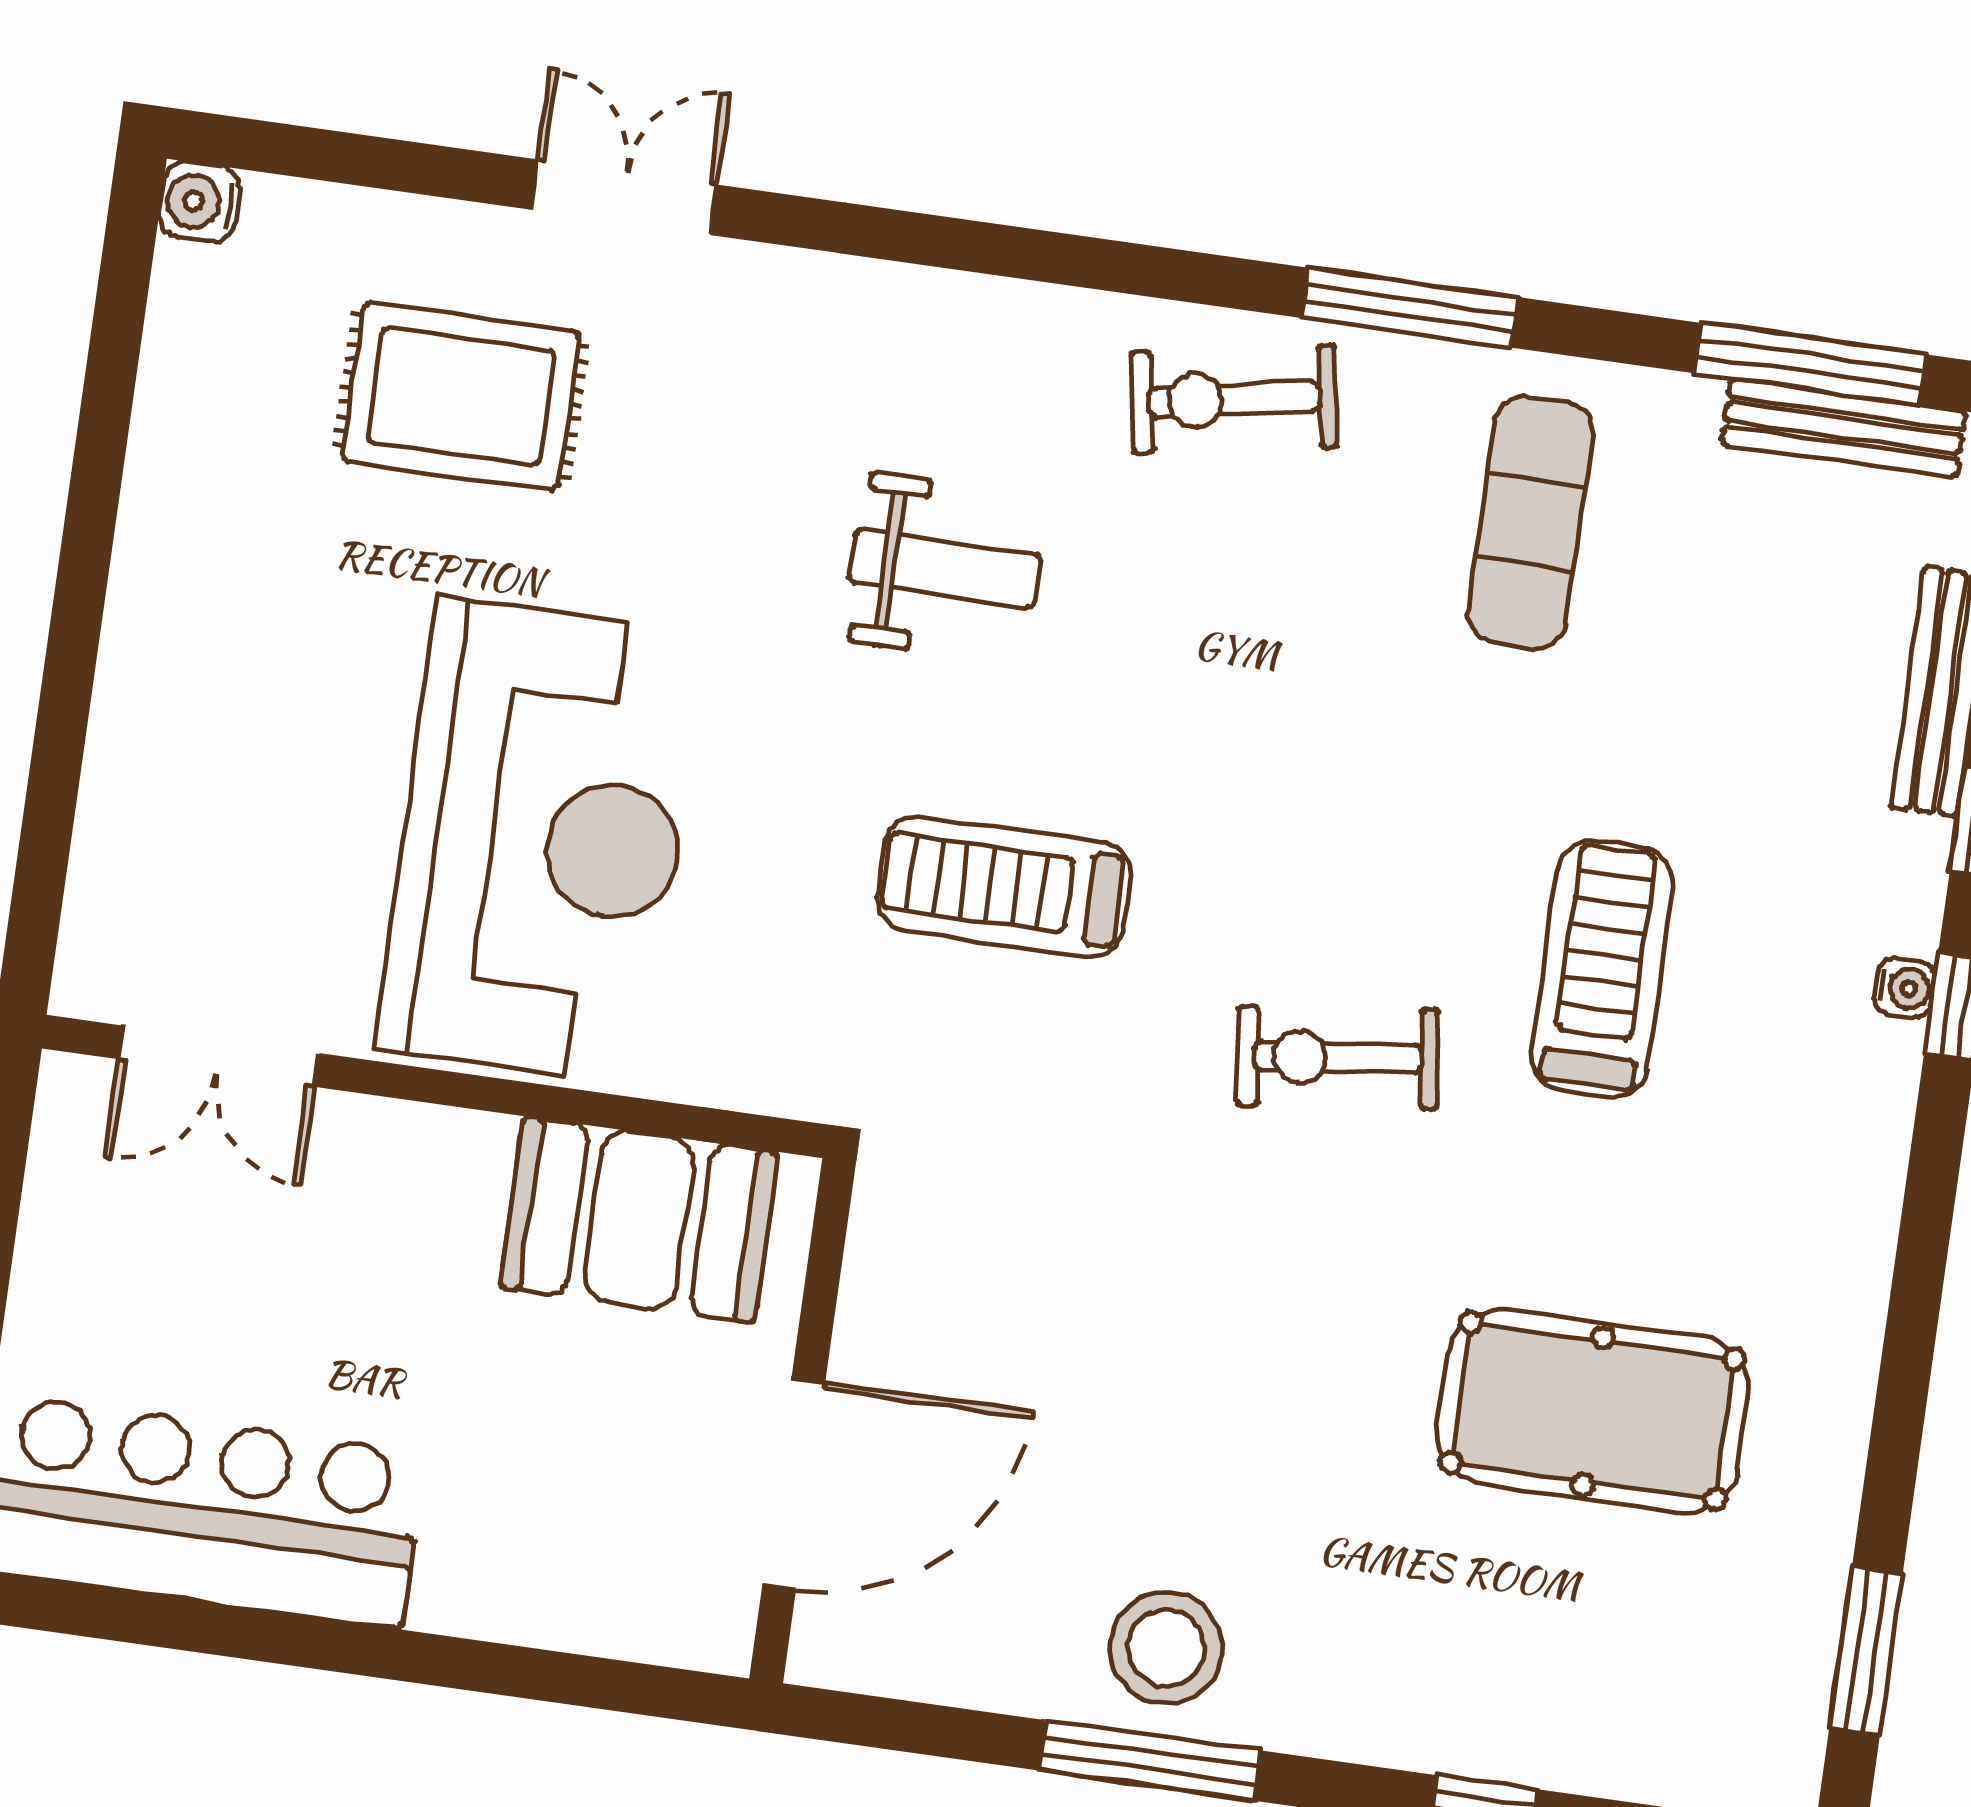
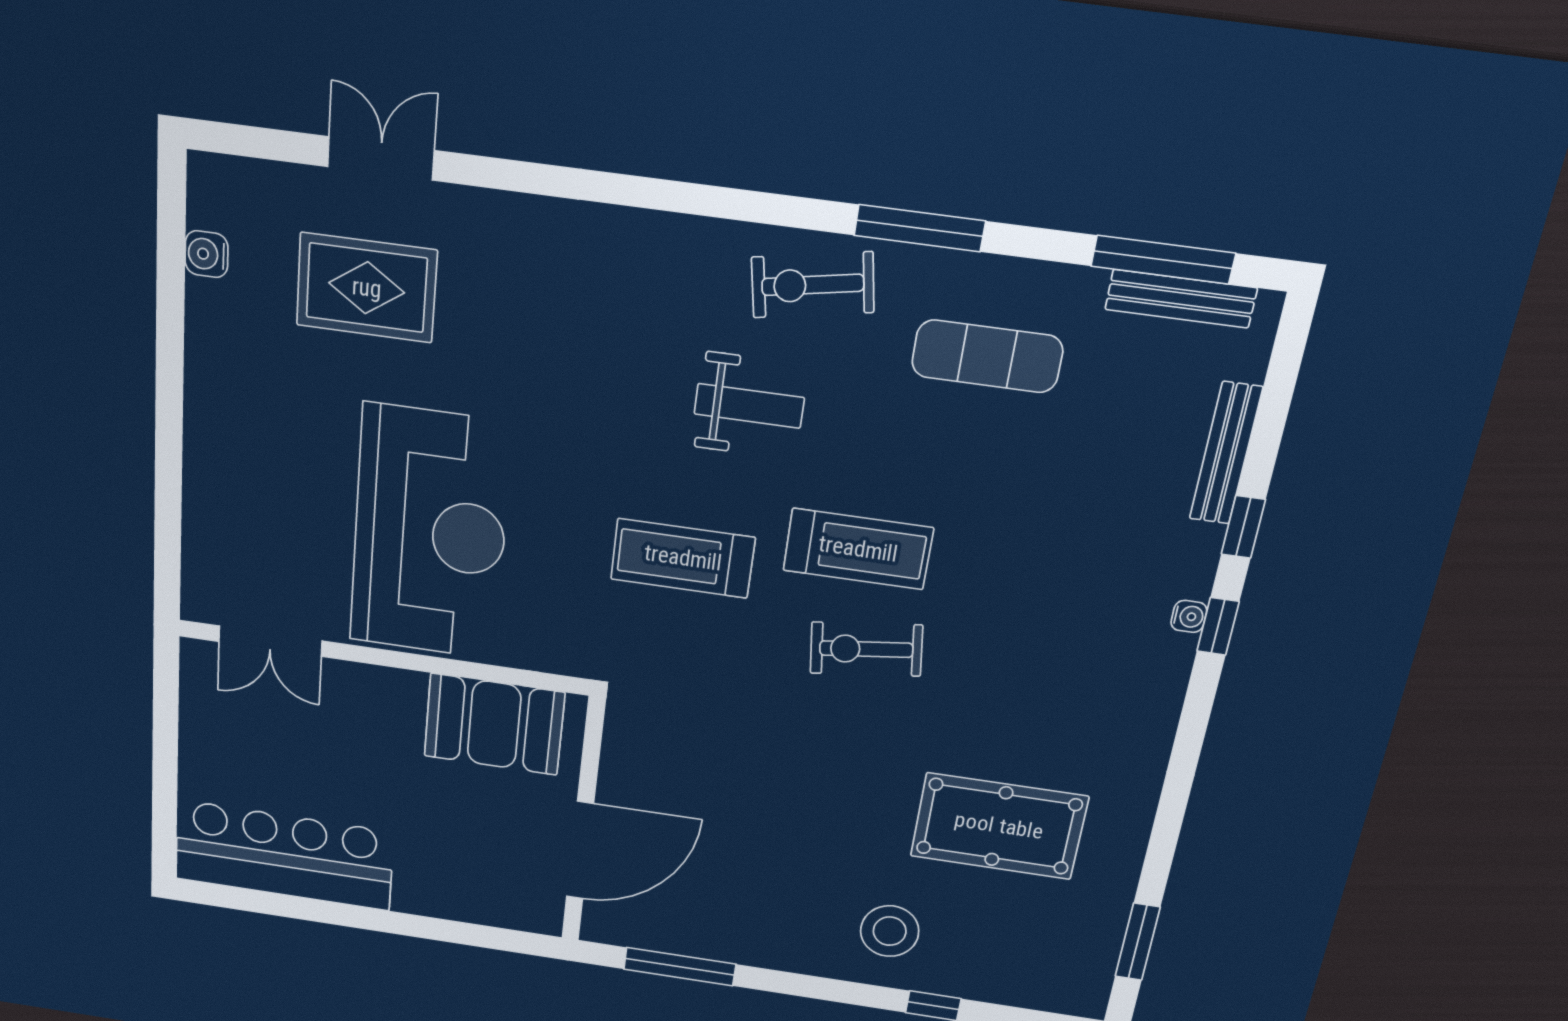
double door: (624, 197) -> (381, 158), moved
water cooler: (199, 202) -> (206, 254), moved
exercise mat: (1531, 522) -> (987, 356), turned 90
weight bench: (946, 569) -> (749, 406), moved
treadmill: (1602, 969) -> (858, 549), moved, turned 90
stool: (1166, 1648) -> (890, 931), moved
window: (1150, 1761) -> (680, 967), moved

